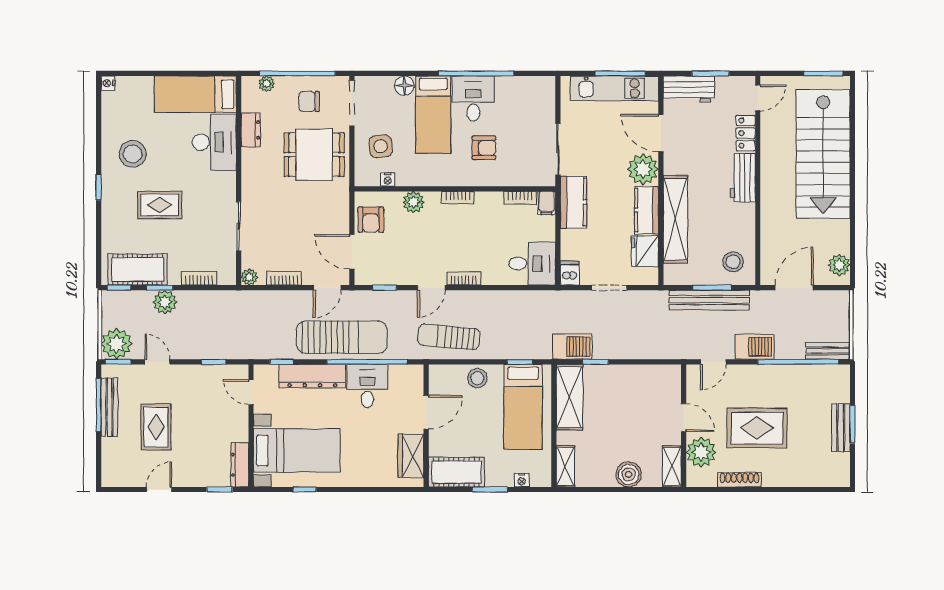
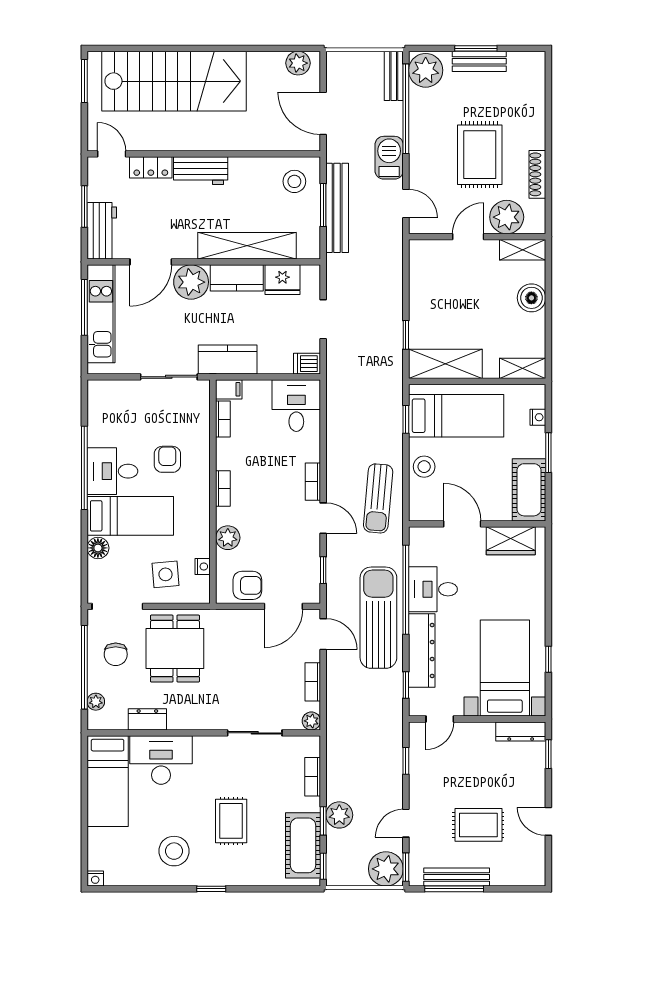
barbecue: (572, 347) -> (389, 361), removed
plant: (833, 379) -> (426, 70), added

